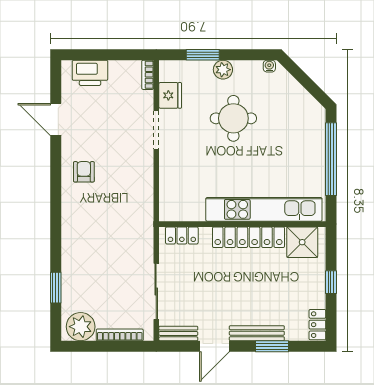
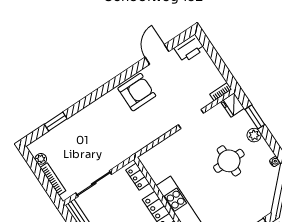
printer: (90, 73) -> (189, 48), moved, turned -90
fridge: (170, 95) -> (233, 105), moved, turned 90
armchair: (84, 172) -> (137, 92), width x1.88, depth x1.88
plant: (81, 327) -> (41, 159), width x0.53, depth x0.53

